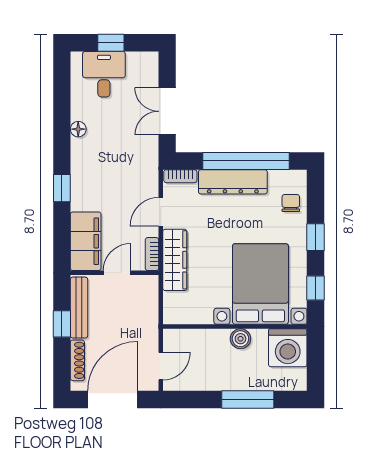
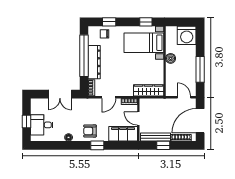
armchair: (91, 173) -> (90, 131), added
door: (161, 212) -> (109, 97), hinge flipped
window: (315, 237) -> (109, 22), moved
wardrobe: (175, 260) -> (149, 90), moved
bed with nightstands: (260, 284) -> (144, 43), width x0.73
washing machine: (288, 348) -> (187, 35), moved, turned 90
door: (113, 400) -> (200, 121), hinge flipped
window: (248, 400) -> (200, 69), moved

